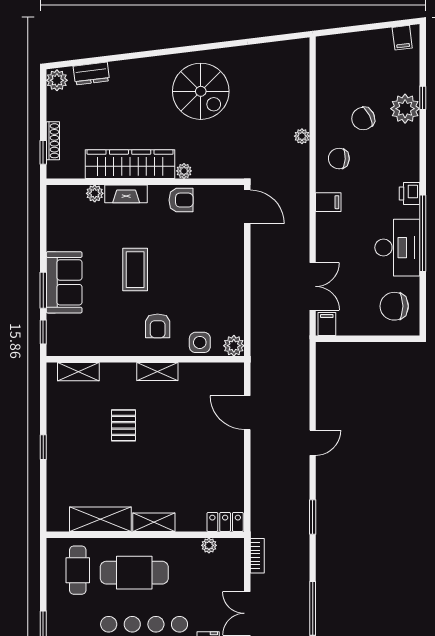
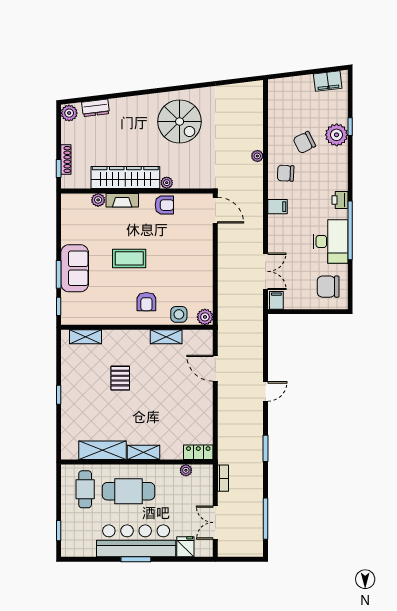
filing cabinet: (402, 38) -> (328, 81), width x2.00
coffee table: (135, 270) -> (129, 258), turned 90
shelving: (157, 371) -> (166, 337), moved

